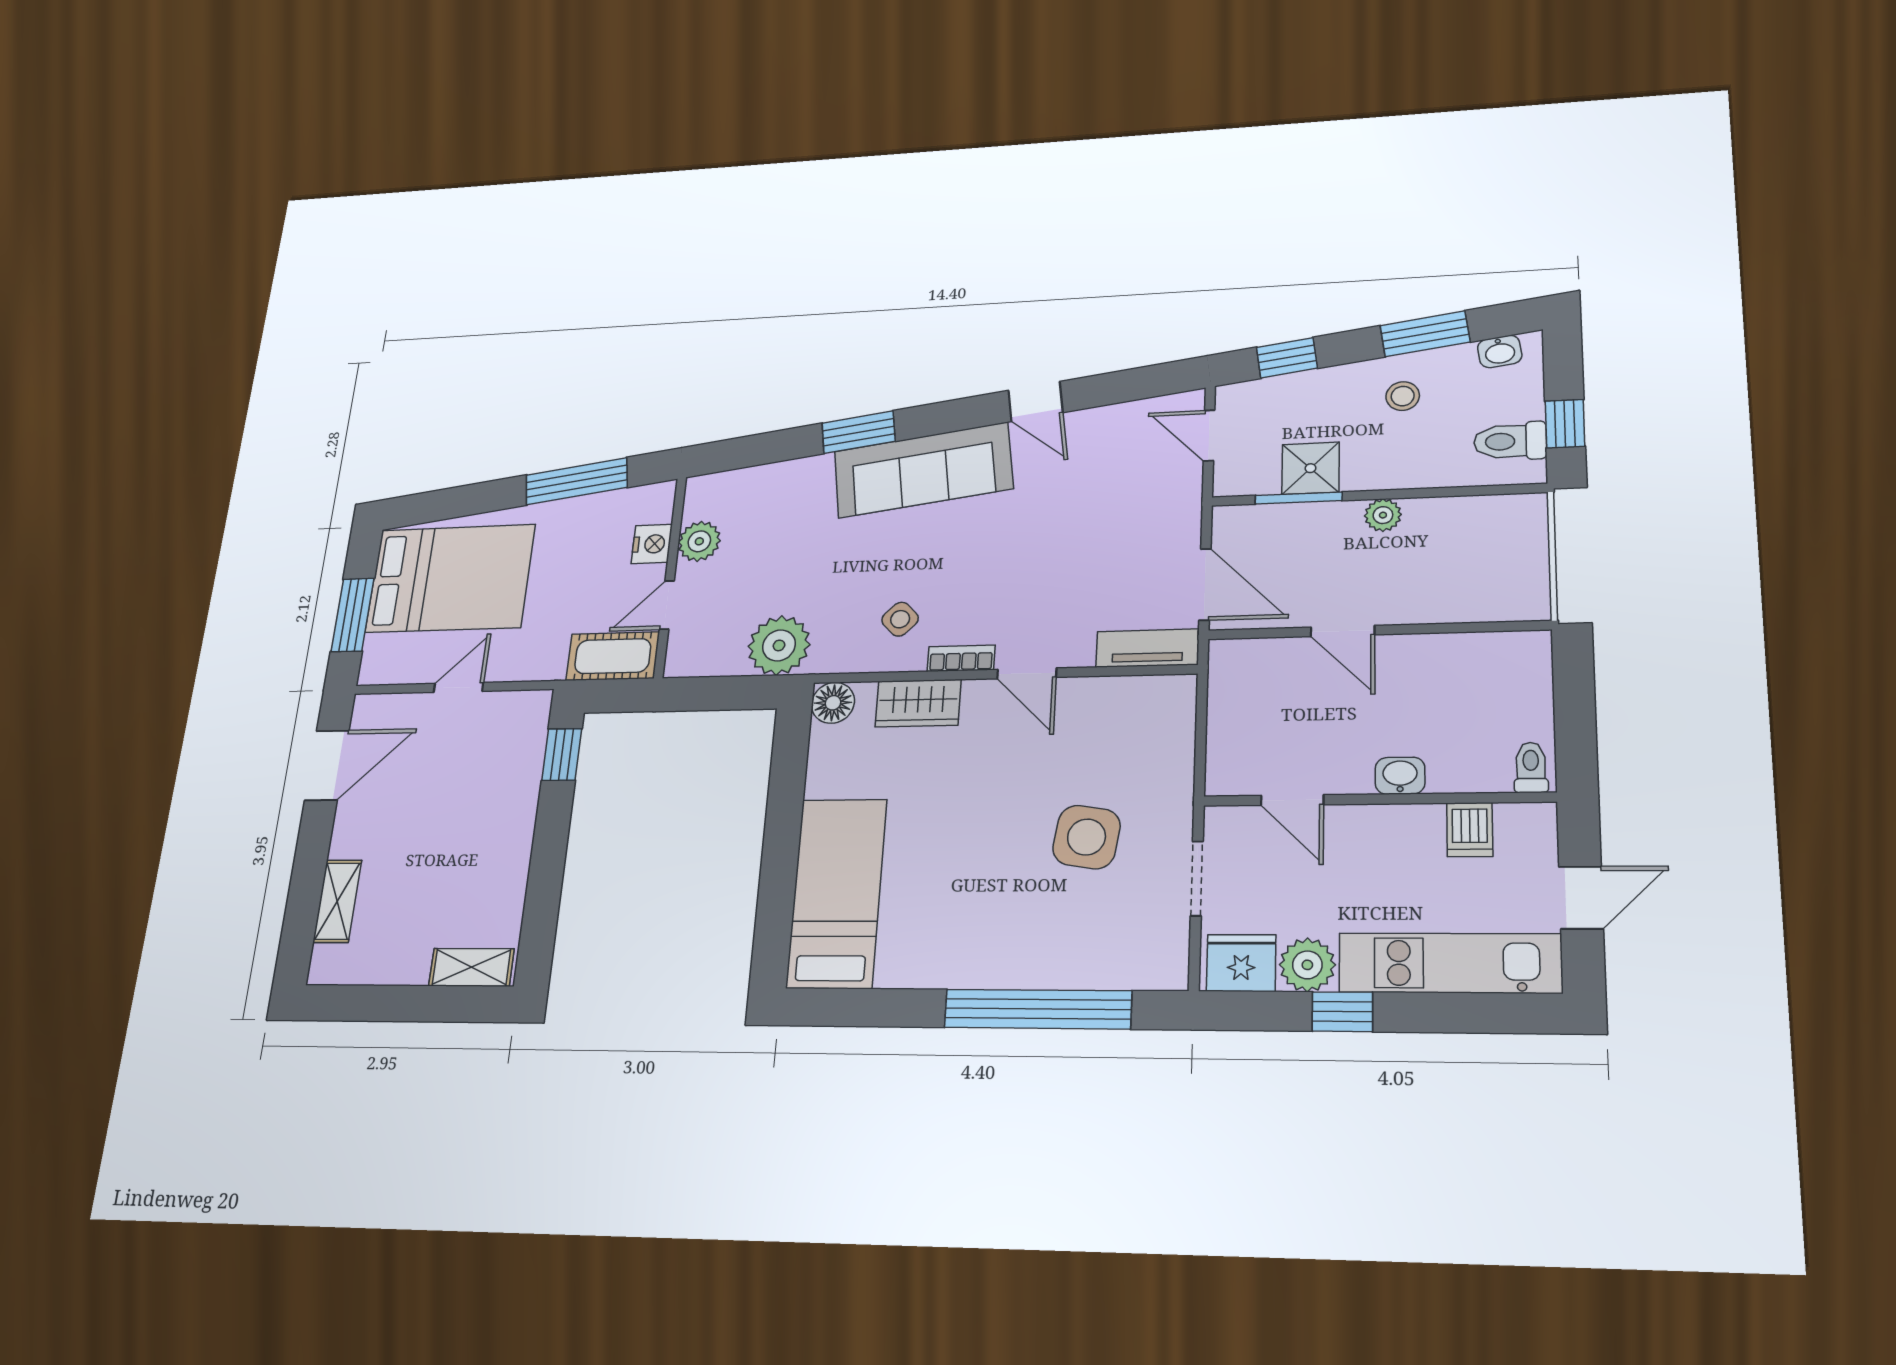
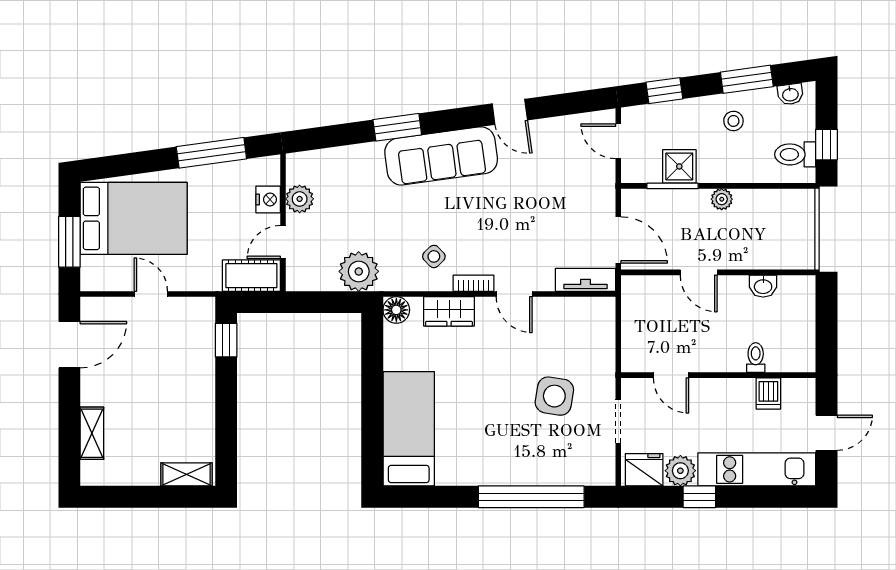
door: (458, 687) -> (151, 294), hinge flipped
toilet: (1531, 767) -> (756, 358), moved
washbasin: (1400, 776) -> (763, 286), moved, turned 180

